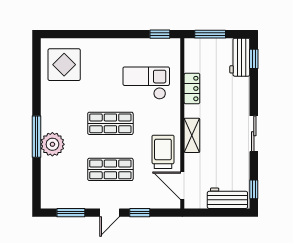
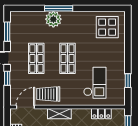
window: (160, 34) -> (128, 81), moved
locker: (192, 89) -> (101, 114), moved
trolley: (163, 152) -> (48, 94), turned 180

